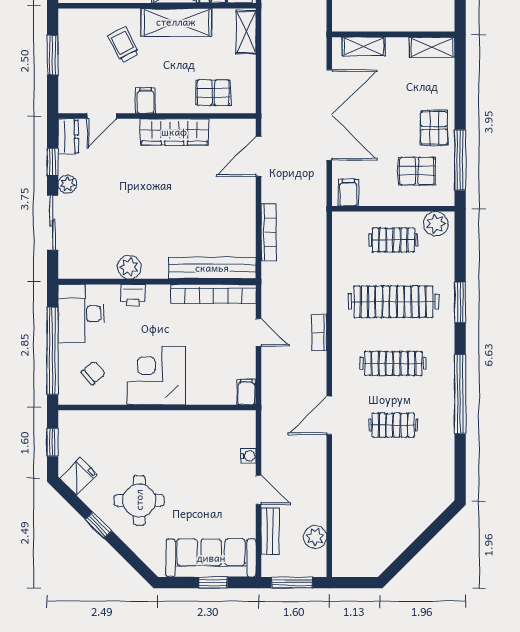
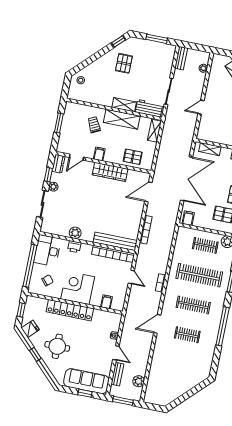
filing cabinet: (246, 392) -> (107, 302), moved
locker: (150, 423) -> (70, 310), added

